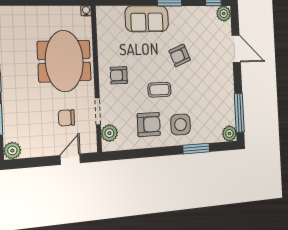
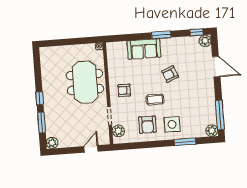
chair: (66, 118) -> (88, 121), removed
armchair: (149, 125) -> (147, 125), turned 90

